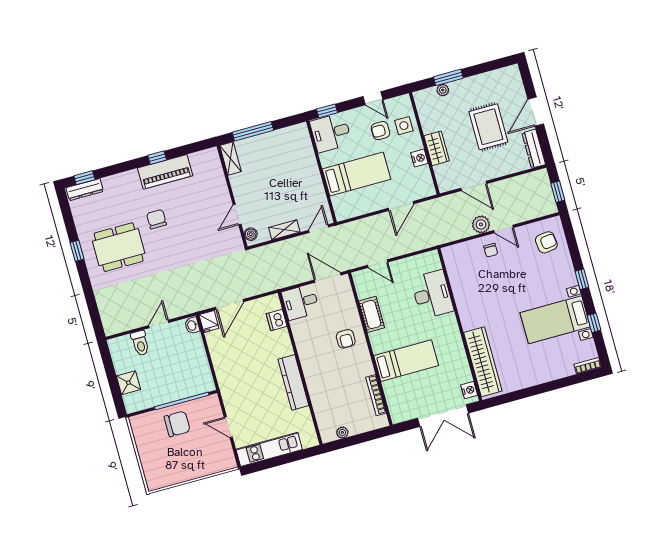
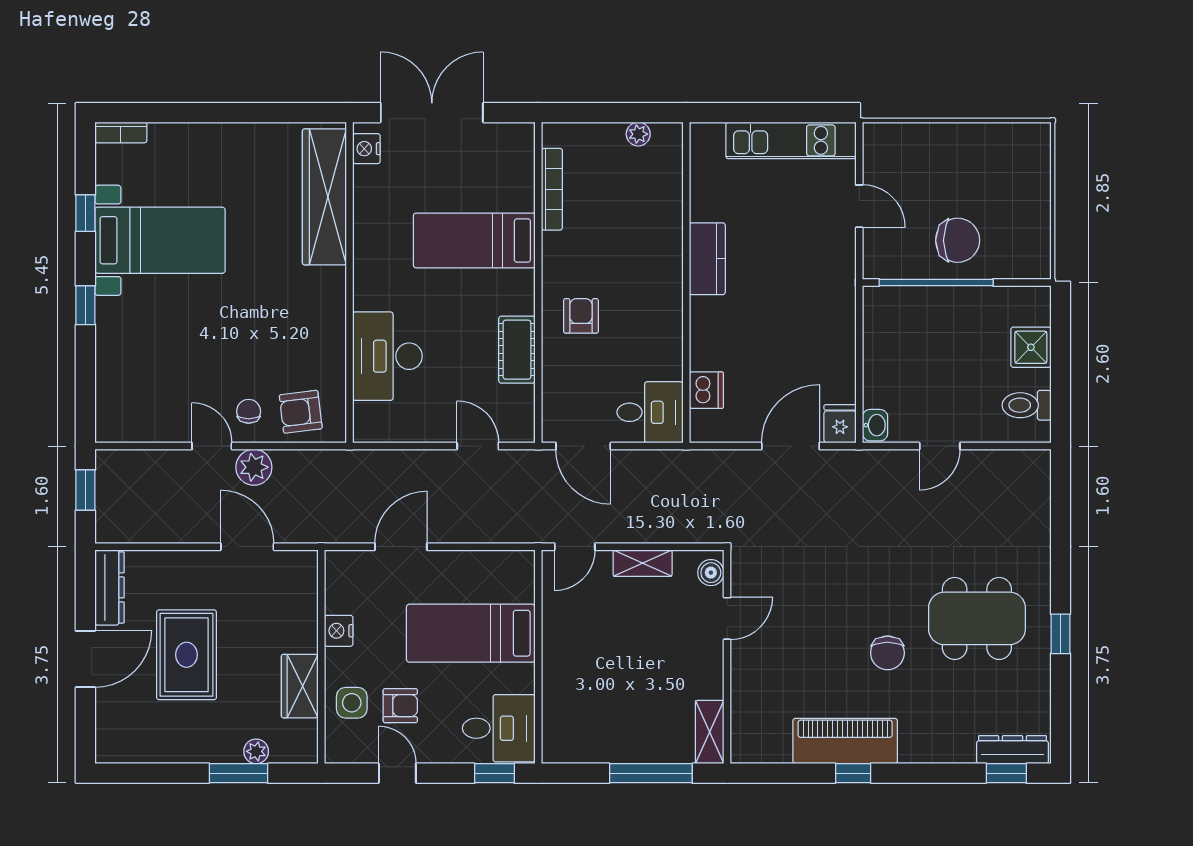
wardrobe: (437, 148) -> (300, 686), moved
armchair: (546, 242) -> (301, 412), moved
toilet: (140, 343) -> (1027, 405), moved, turned -90
kitchen counter: (293, 382) -> (707, 259), width x0.67
chair: (177, 424) -> (958, 240), turned 180

